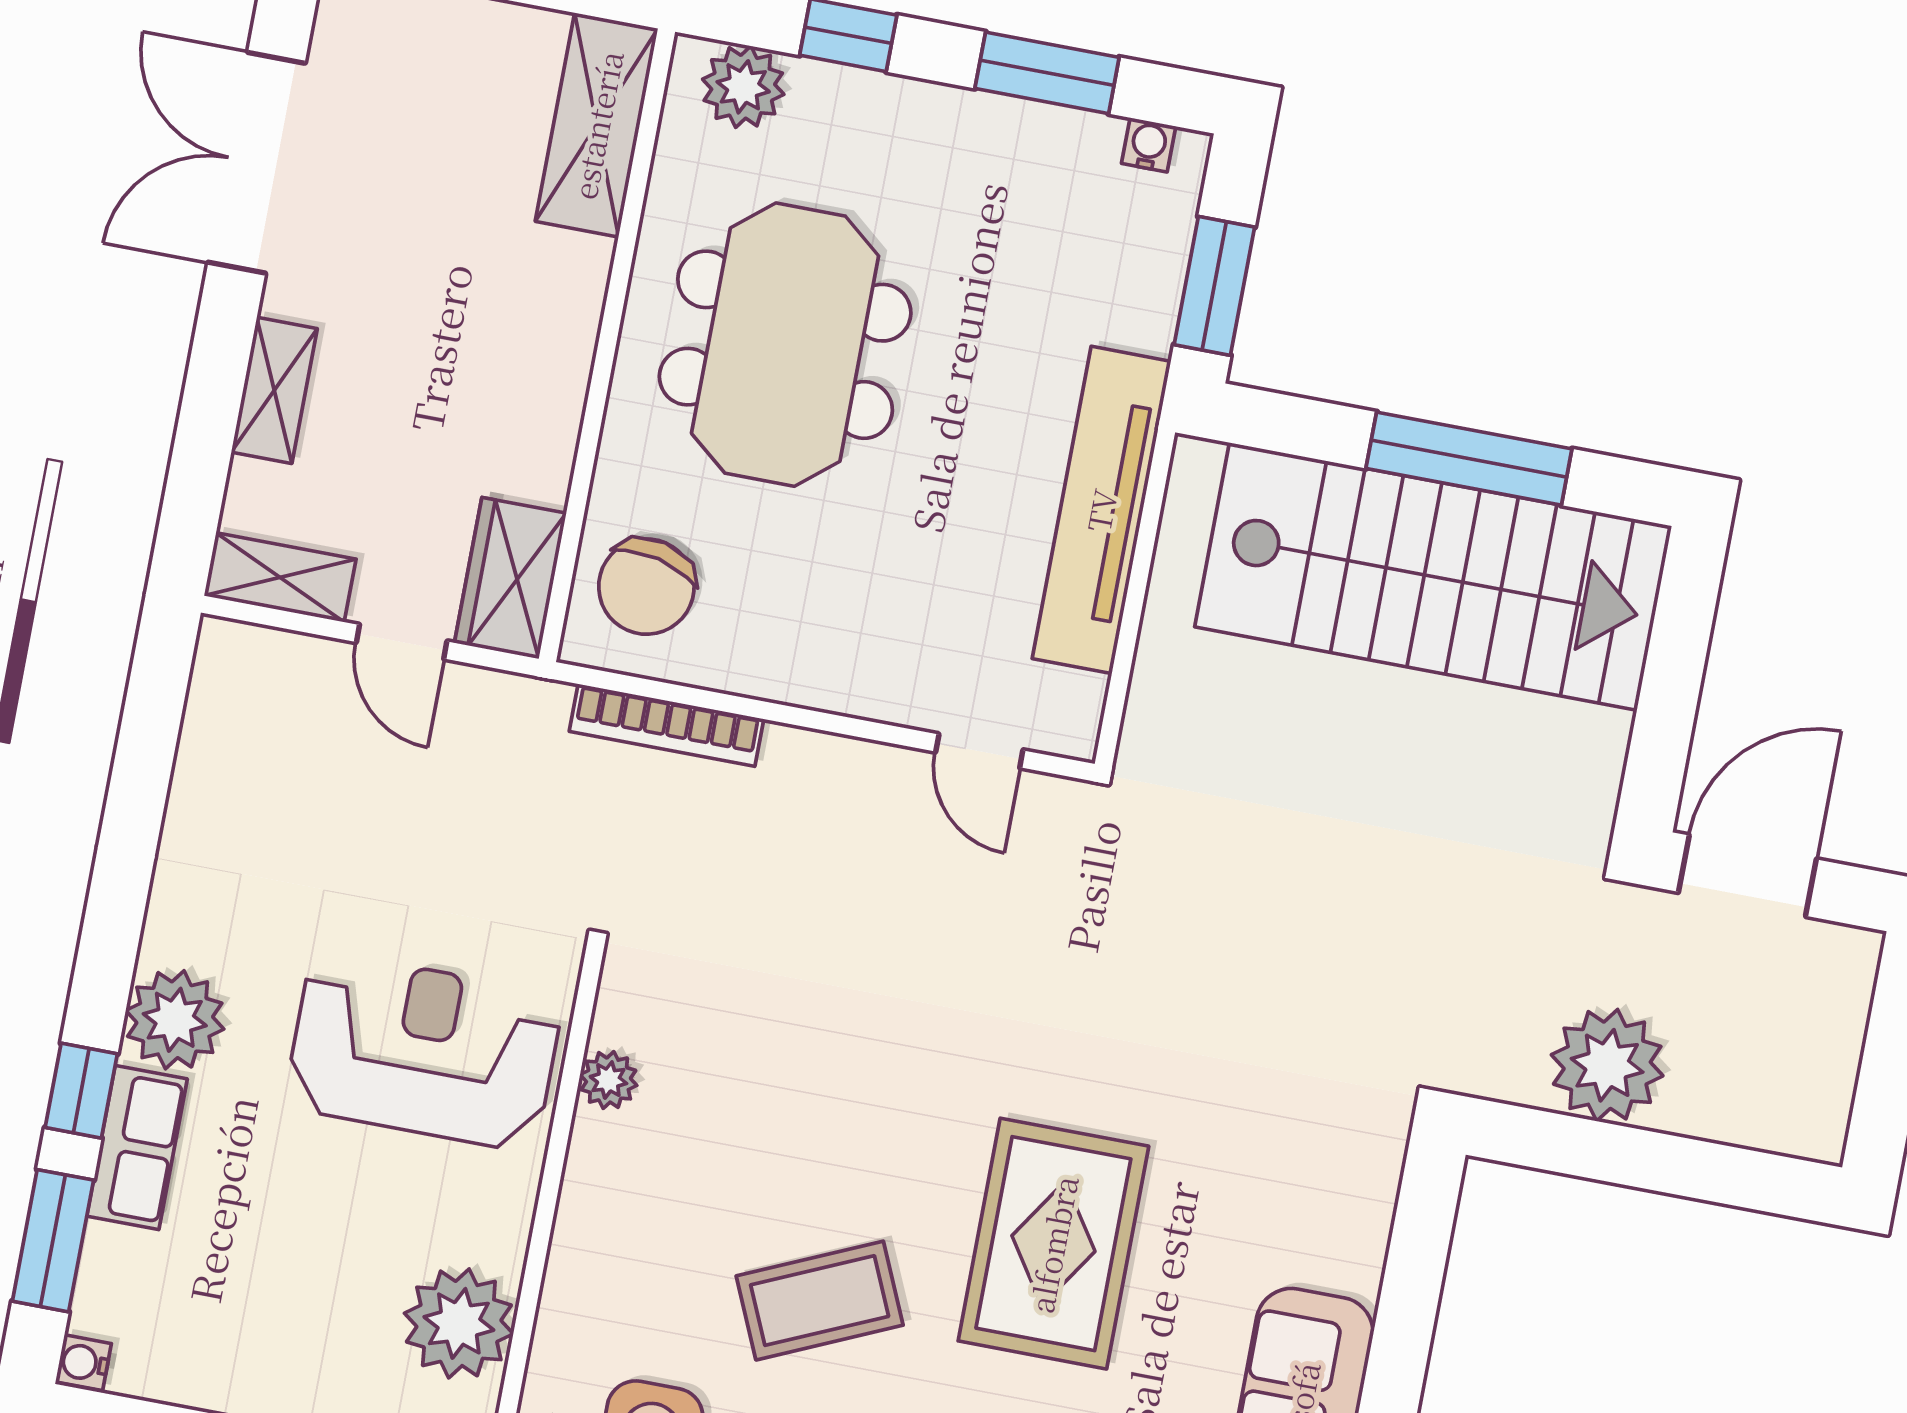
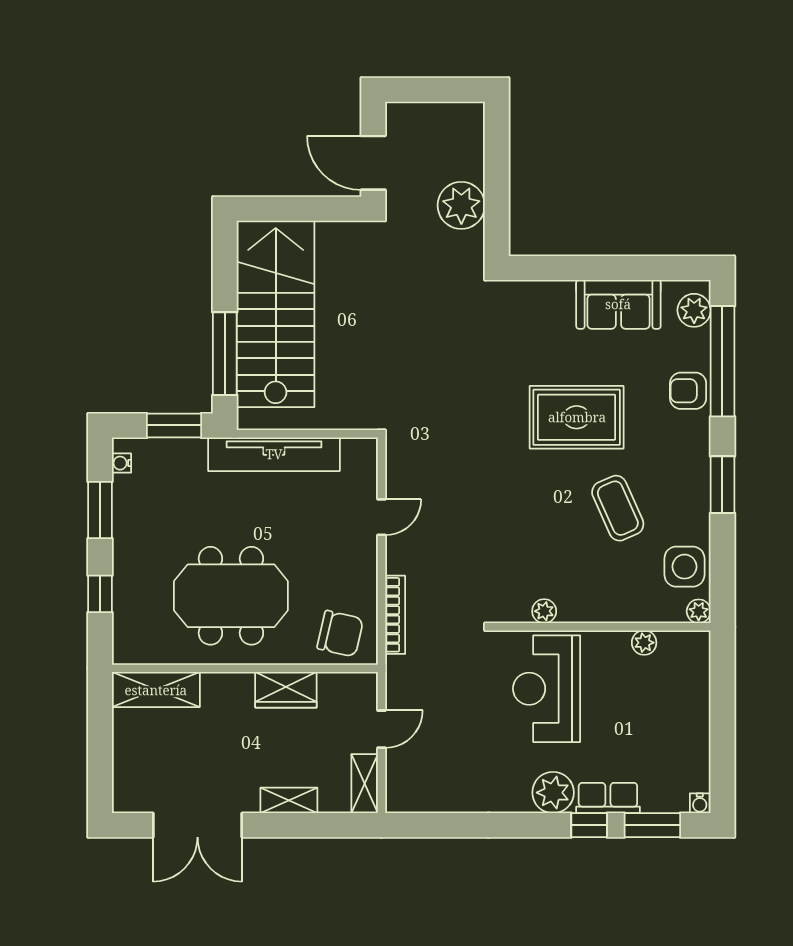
plant: (743, 87) -> (129, 633), removed
window: (1469, 459) -> (225, 354), moved
wardrobe: (510, 578) -> (286, 690), moved
door: (979, 751) -> (382, 517), moved
plant: (459, 1323) -> (644, 643), width x0.53, depth x0.53

